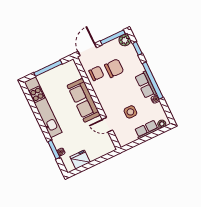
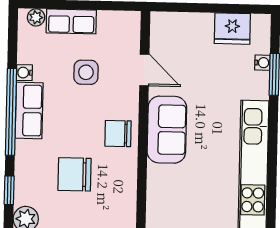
chair: (96, 73) -> (118, 133), moved
sofa: (84, 100) -> (167, 130), width x0.73

